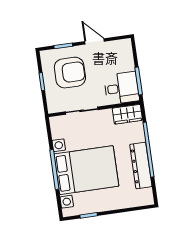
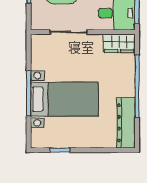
dresser: (141, 166) -> (126, 123), moved
bed with nightstands: (86, 170) -> (64, 99), width x0.73

